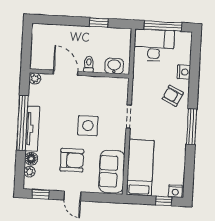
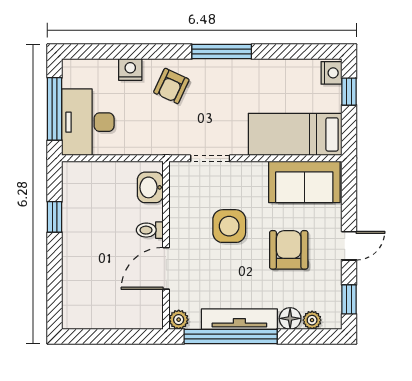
toilet: (89, 64) -> (150, 230), moved
washbasin: (114, 66) -> (150, 187), moved
door: (66, 73) -> (166, 268), moved
wall: (79, 73) -> (166, 245), moved
plant: (35, 79) -> (179, 320), moved

